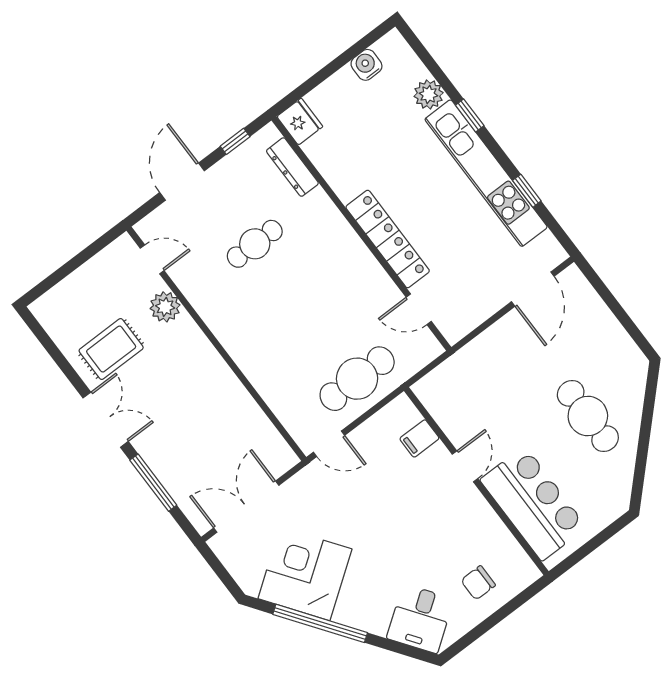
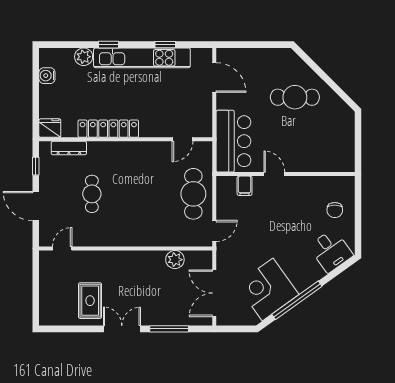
locker: (388, 239) -> (108, 129), moved
plant: (165, 307) -> (175, 260), moved
bar counter: (533, 503) -> (233, 141), moved, turned 90

